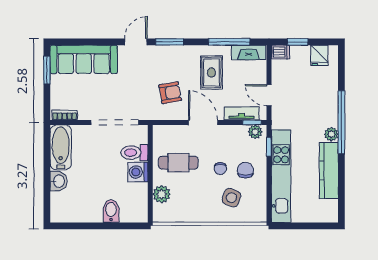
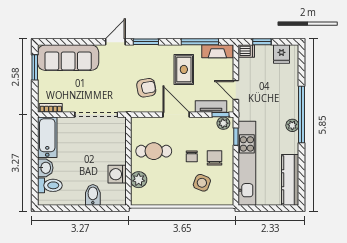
toilet: (134, 153) -> (50, 185), moved, turned 180
kitchen counter: (329, 171) -> (290, 180), moved
washing machine: (138, 172) -> (117, 174), moved

